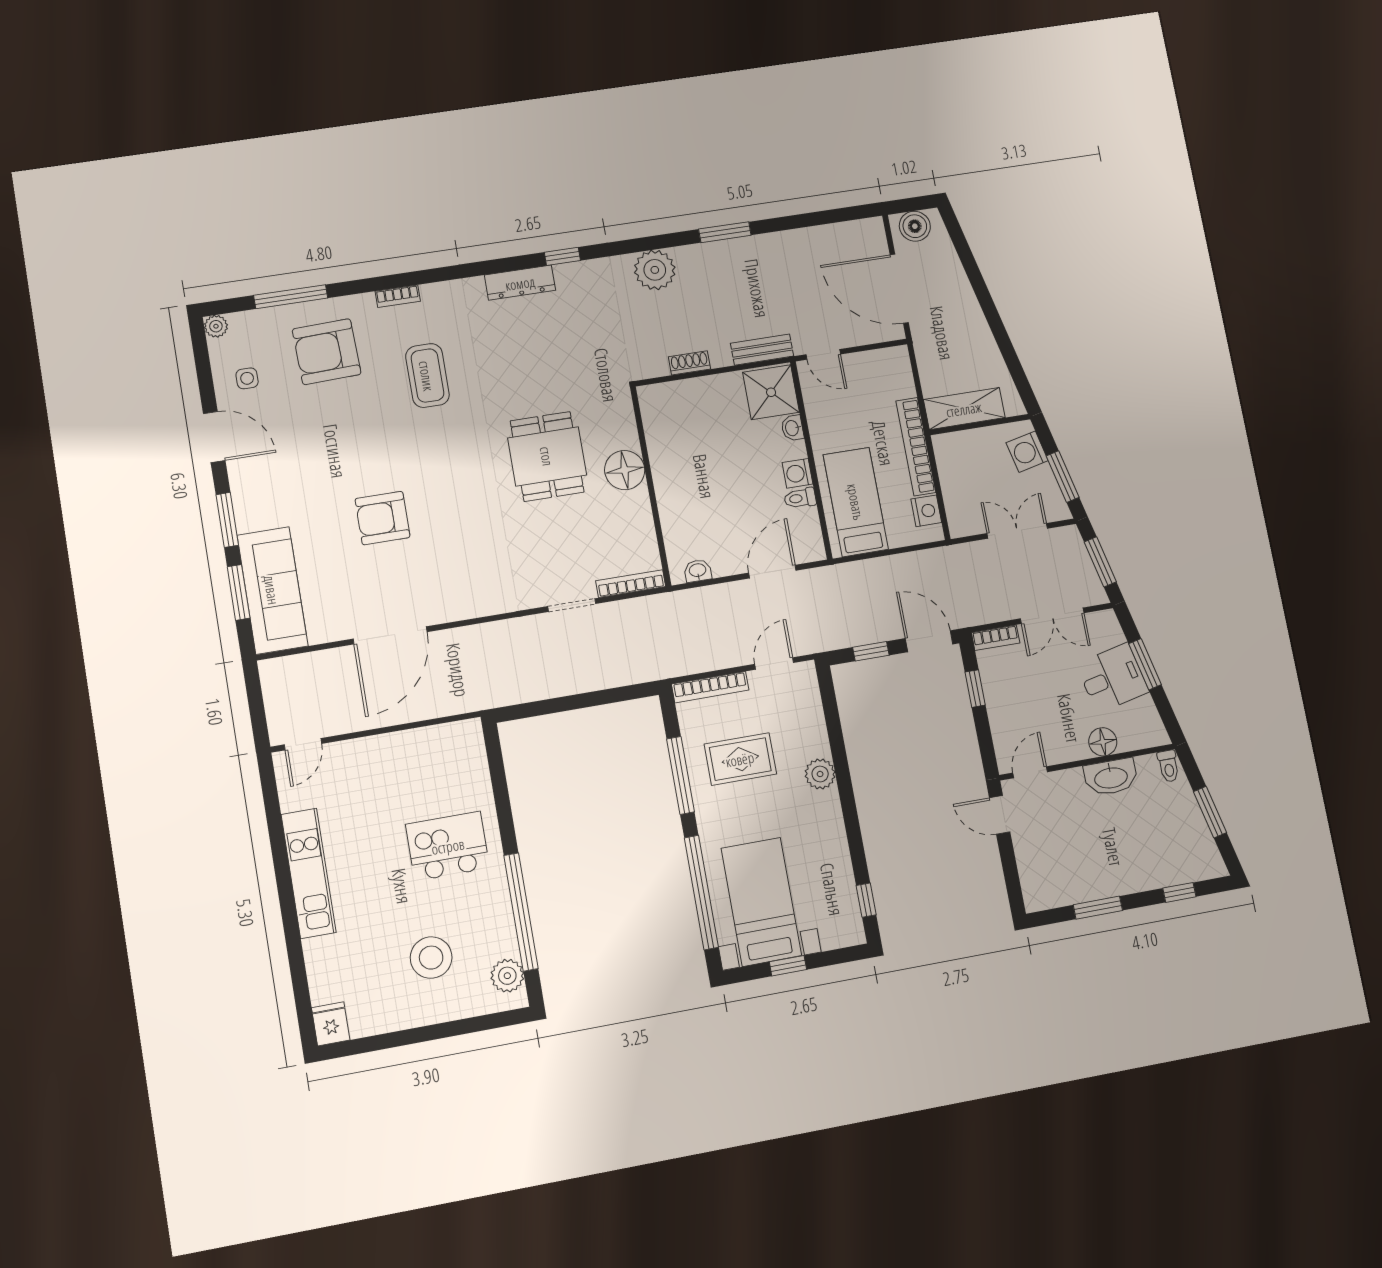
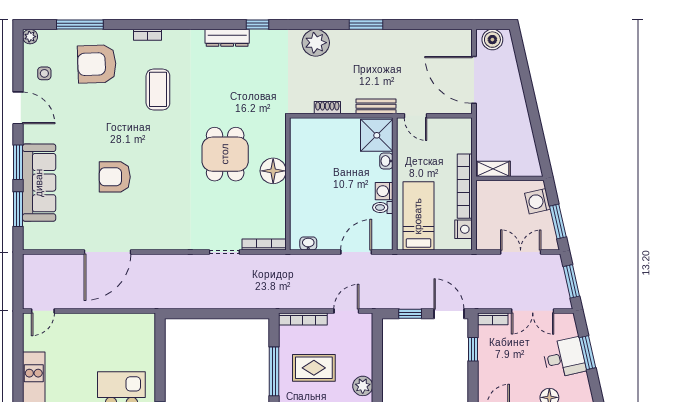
shelving: (964, 409) -> (493, 169), width x0.67, depth x0.75
sofa: (272, 590) -> (39, 183), moved

